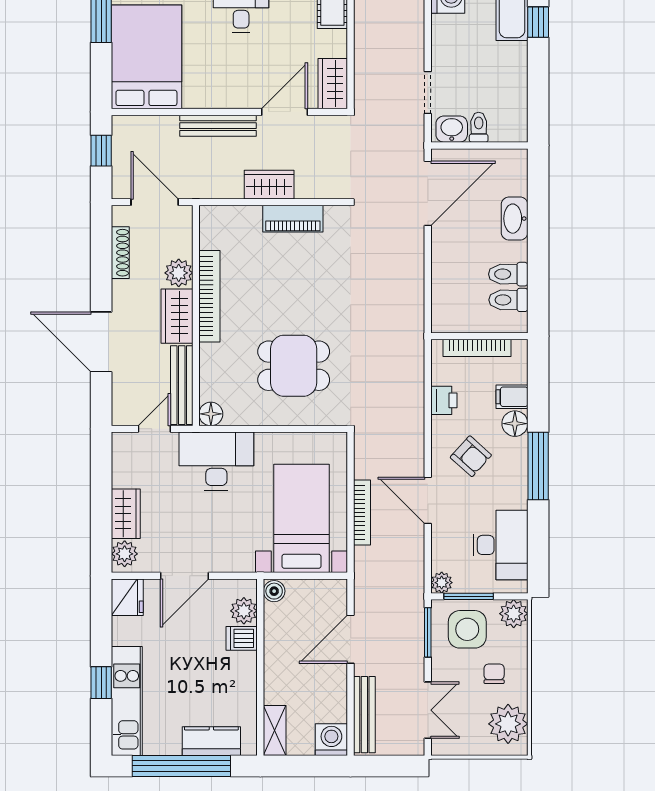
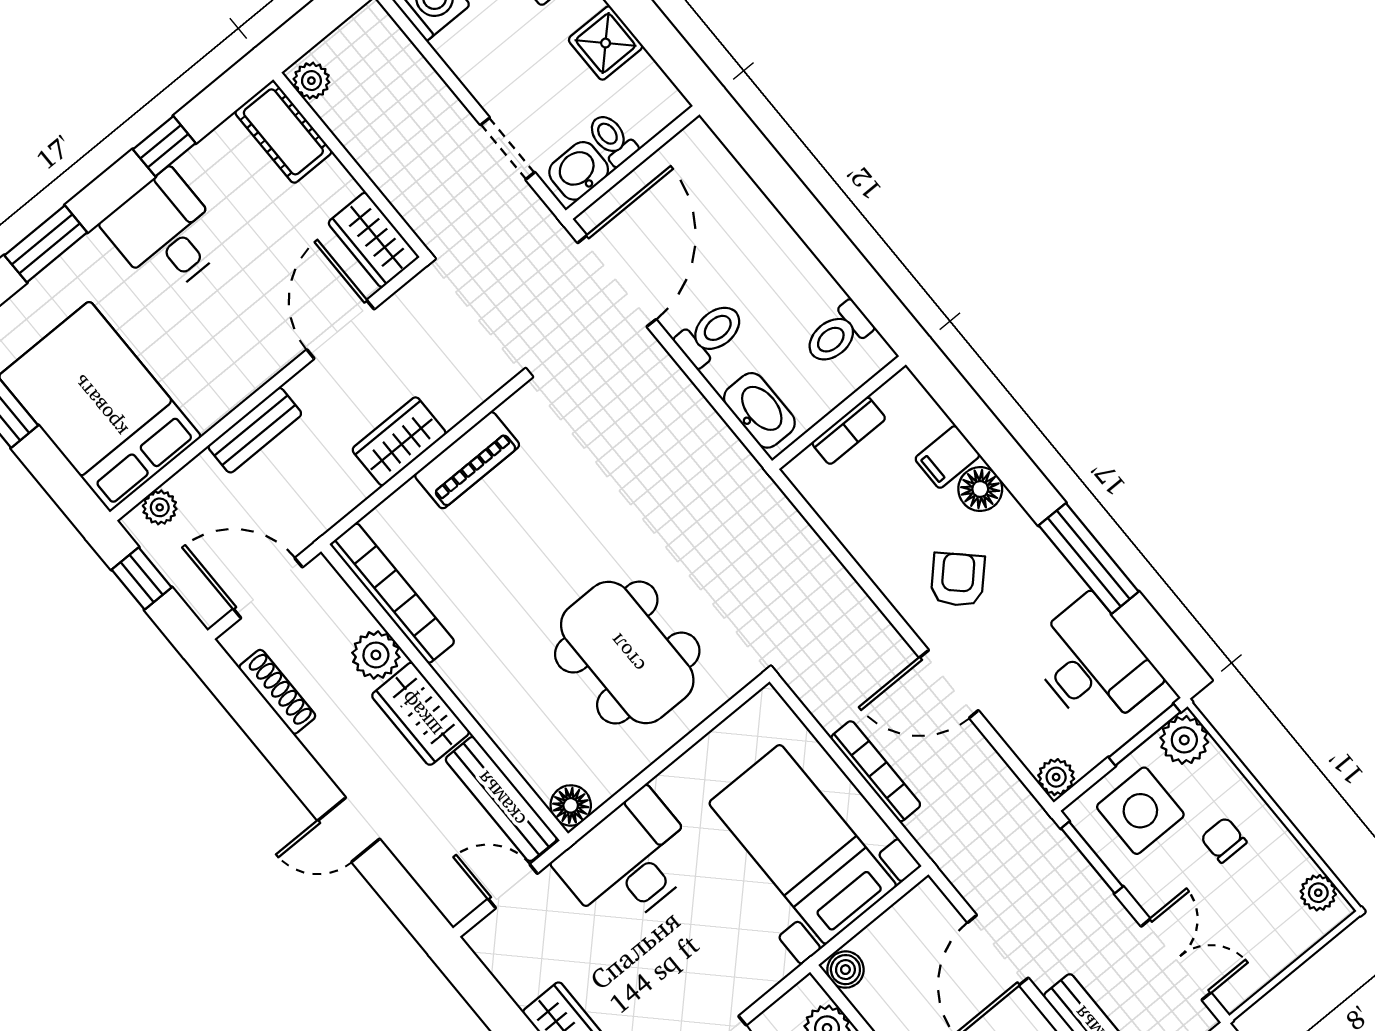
shower: (512, 81) -> (606, 43), added
plant: (136, 125) -> (160, 507), added
bench: (218, 126) -> (255, 430), width x0.73
washbasin: (515, 219) -> (759, 410), moved, turned 180
toilet: (508, 274) -> (710, 334), moved, turned 180
bookcase: (209, 296) -> (393, 593), moved
door: (101, 342) -> (349, 830), width x0.53
bookcase: (477, 348) -> (849, 431), width x0.64
dining table: (294, 366) -> (627, 653), width x1.38
printer: (444, 400) -> (862, 535), removed
door: (154, 429) -> (513, 886), hinge flipped
armchair: (471, 456) -> (958, 580), turned -88
window: (538, 466) -> (1089, 559), moved
window: (469, 596) -> (1144, 735), moved
plant: (508, 724) -> (1318, 893), width x0.53, depth x0.53

